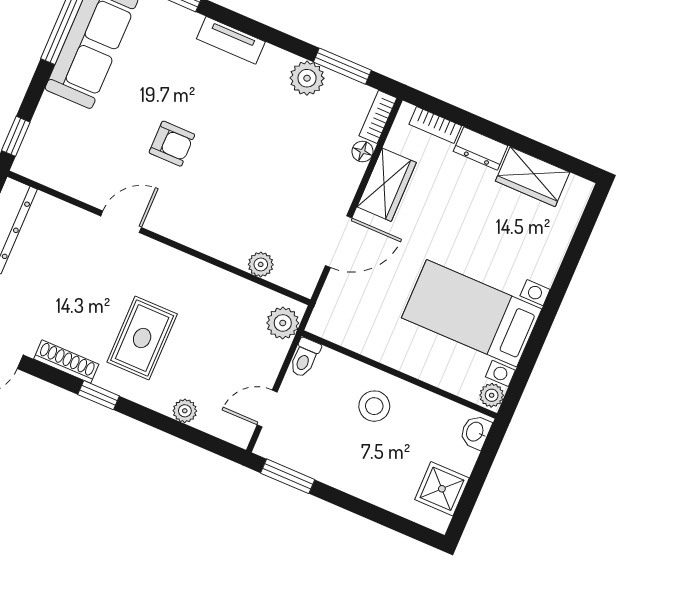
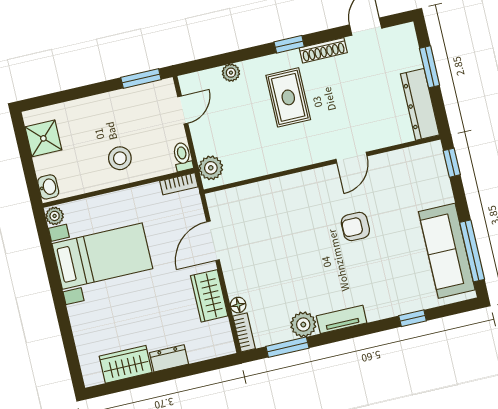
tv unit: (231, 40) -> (342, 319), moved
bookcase: (435, 125) -> (179, 184), moved, turned 180
plant: (261, 264) -> (250, 193), removed

